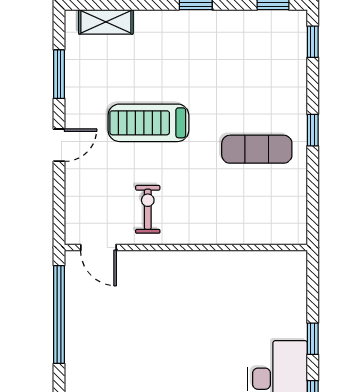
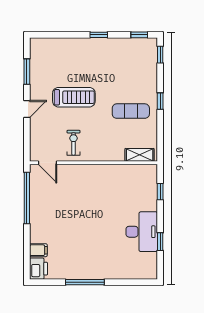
shelving: (106, 22) -> (140, 155), moved
treadmill: (148, 123) -> (74, 97), turned 180
window: (313, 339) -> (160, 192), moved

